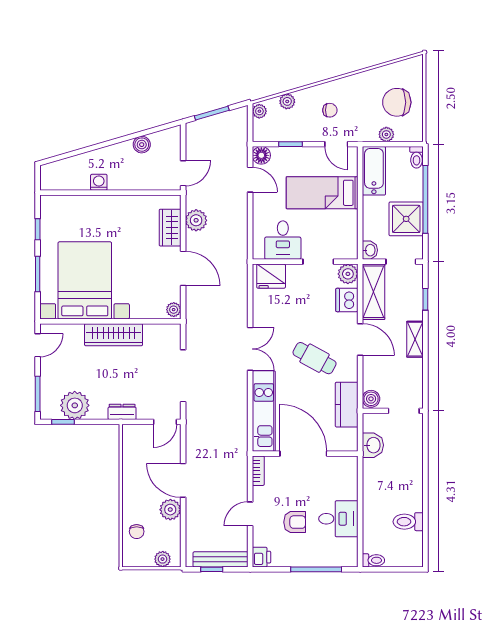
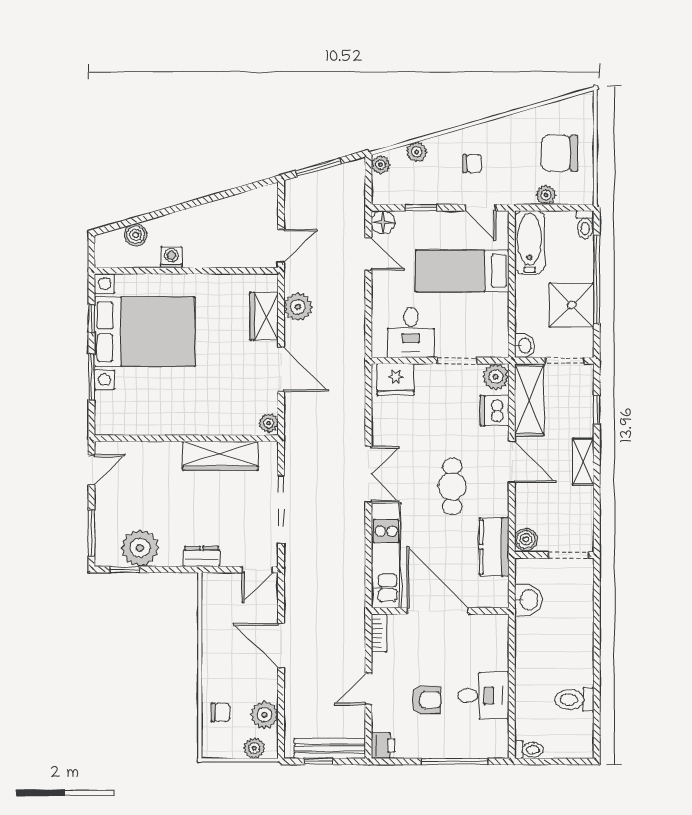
boiler: (142, 145) -> (136, 235), moved
bed with nightstands: (85, 280) -> (145, 332), moved, turned 90
wardrobe: (114, 335) -> (220, 456), moved
cafe table: (315, 358) -> (452, 486), turned 61
plant: (170, 510) -> (264, 715), moved
chair: (137, 532) -> (221, 712), turned -90

